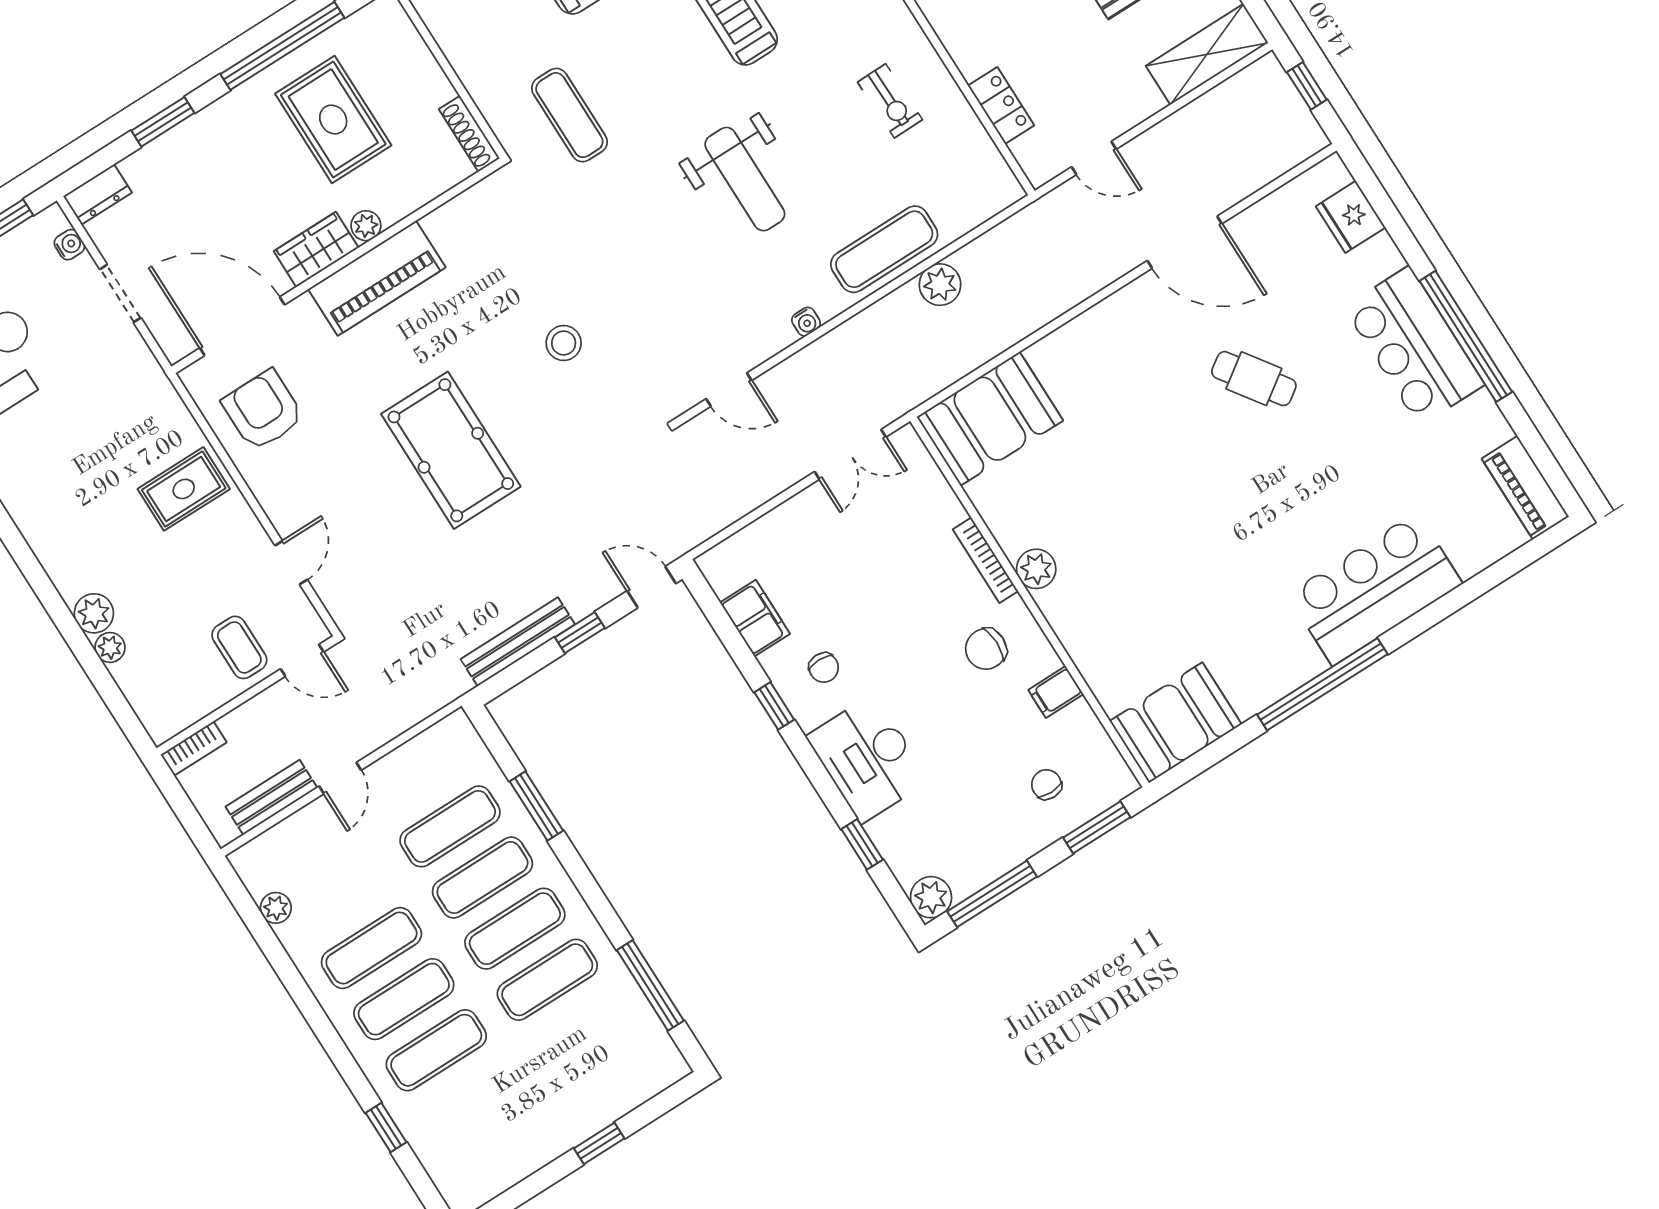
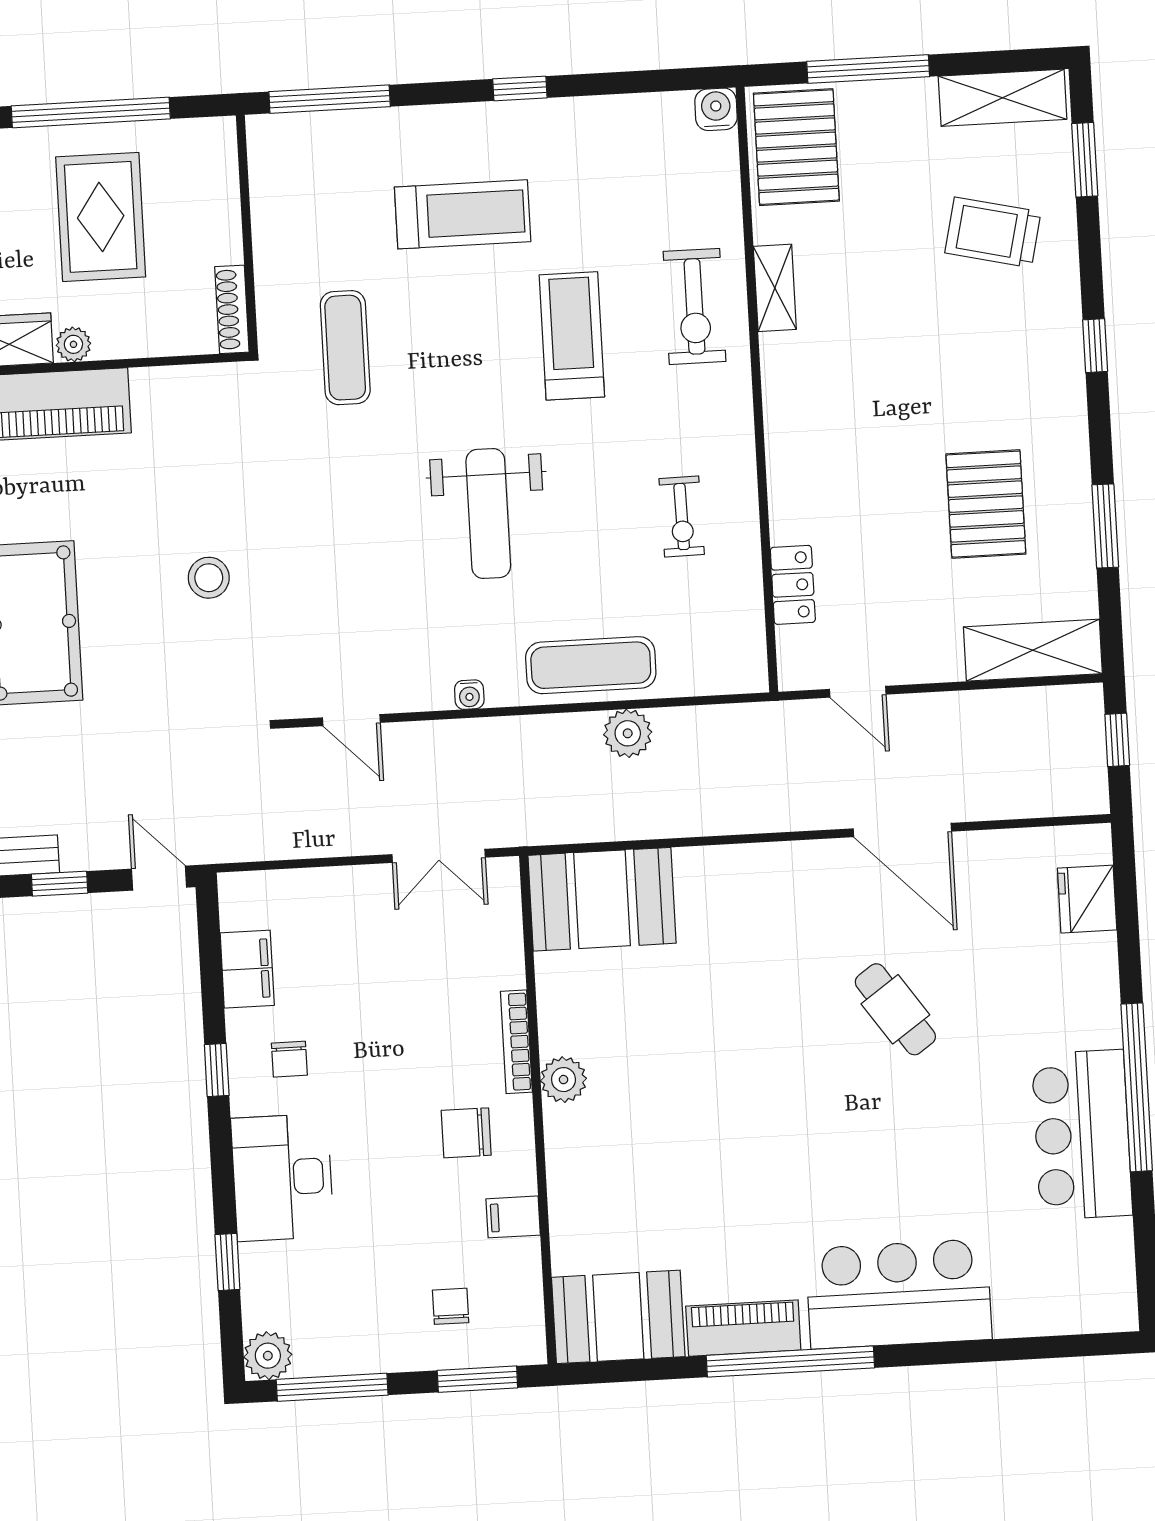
bar counter: (1414, 346) -> (1082, 1135), moved
piano: (1525, 488) -> (743, 1328), moved, turned 90

